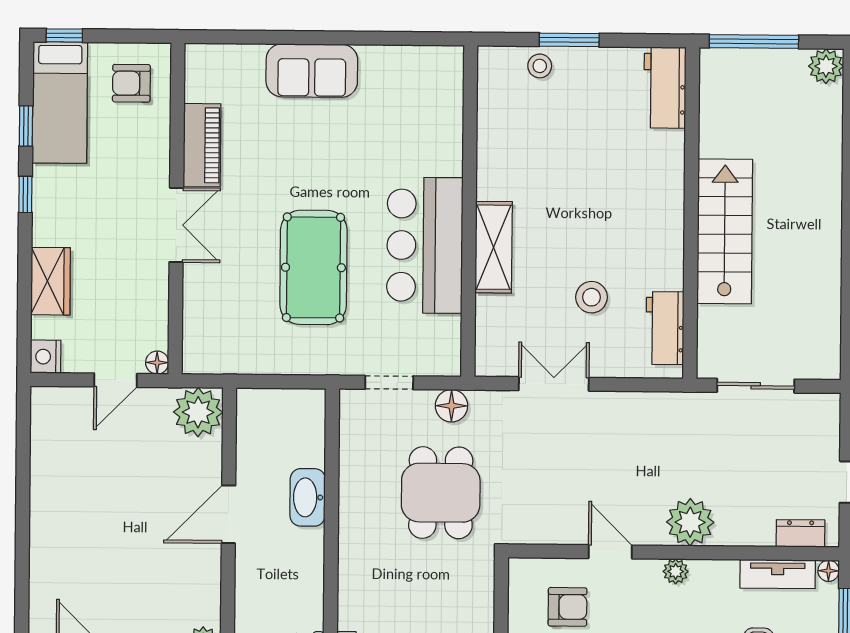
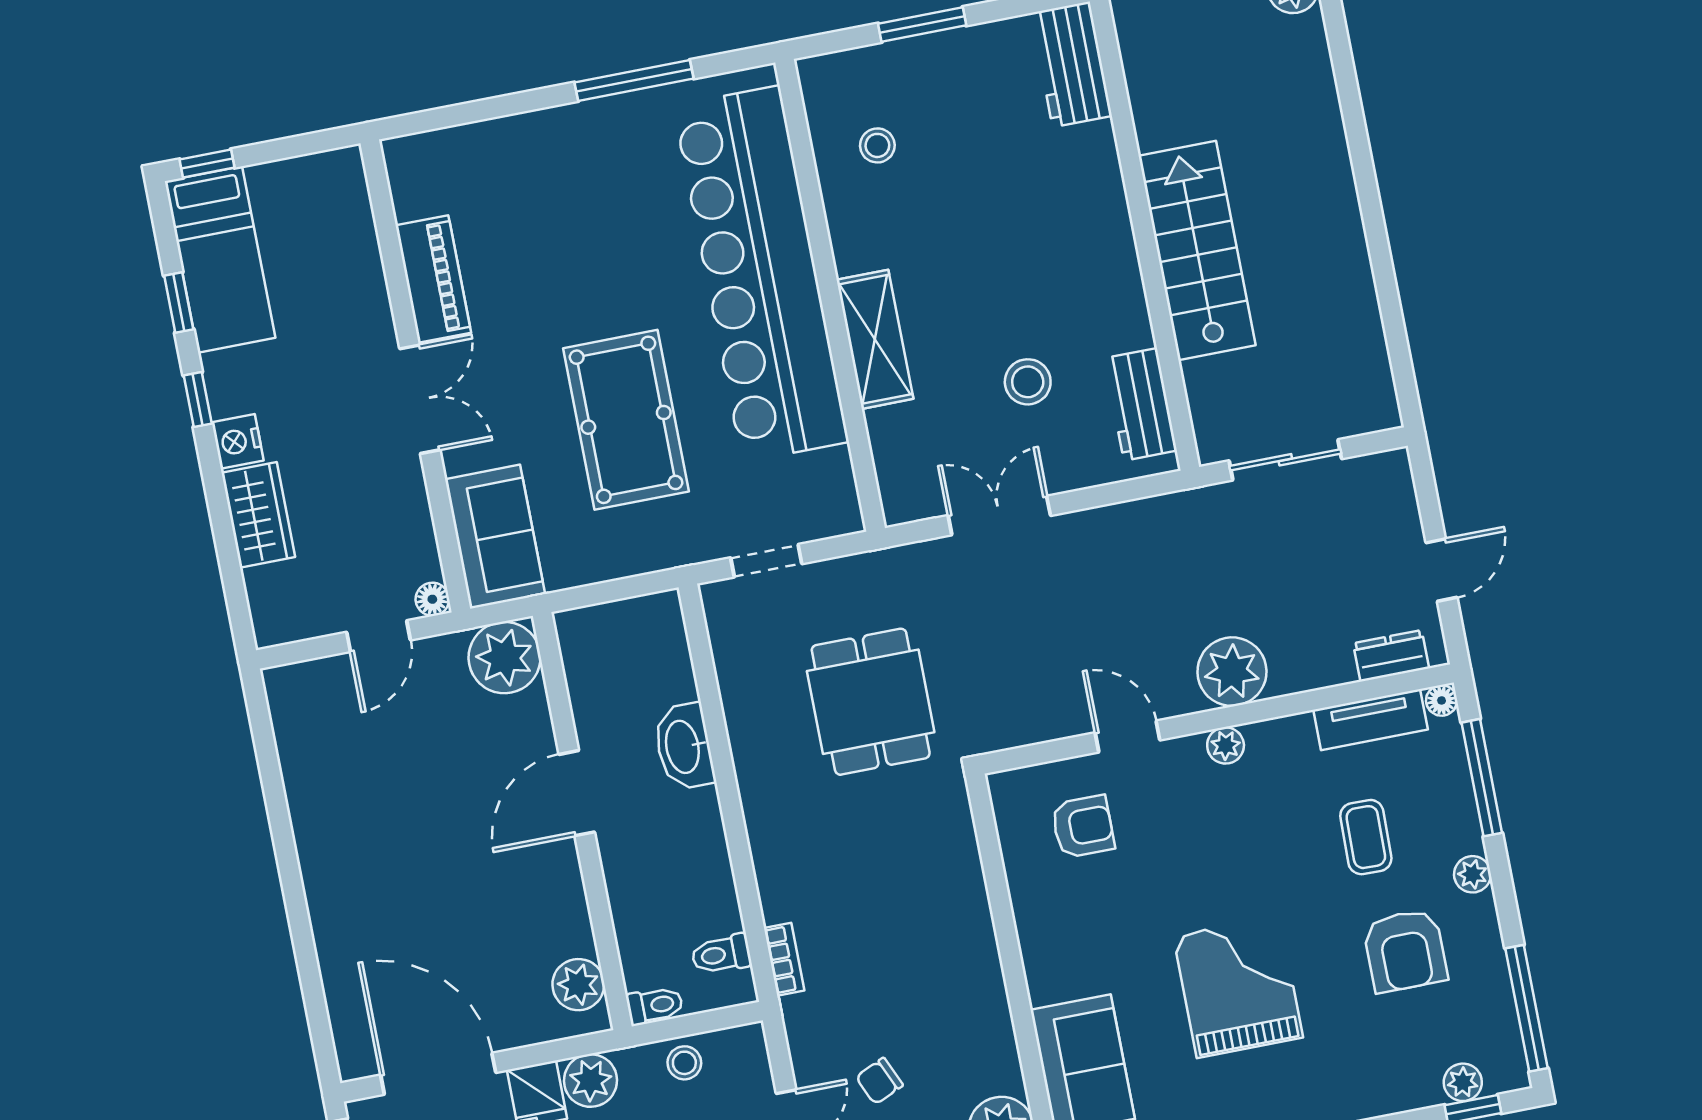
window: (366, 38) -> (634, 80), added
stool: (540, 66) -> (877, 145), moved
sofa: (312, 71) -> (495, 537), moved, turned -90
armchair: (131, 83) -> (316, 212), removed
bar counter: (425, 245) -> (761, 274), width x1.86
nightstand: (46, 357) -> (238, 441), moved
floor lamp: (451, 406) -> (861, 576), removed

